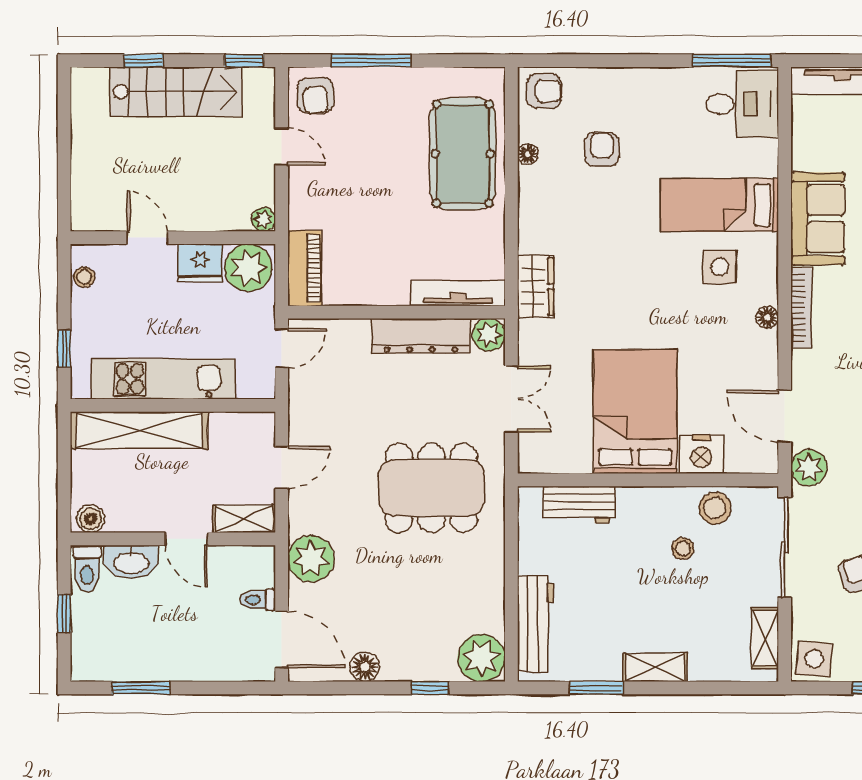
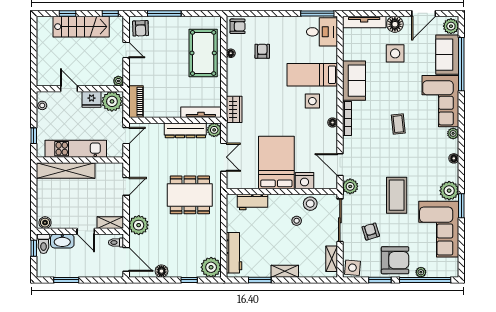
boiler: (91, 519) -> (45, 223), moved
shelving: (244, 519) -> (110, 223), moved
wall: (173, 539) -> (80, 231), moved
door: (186, 539) -> (86, 231), moved
washbasin: (131, 562) -> (62, 241), moved
toilet: (87, 568) -> (43, 244), moved

